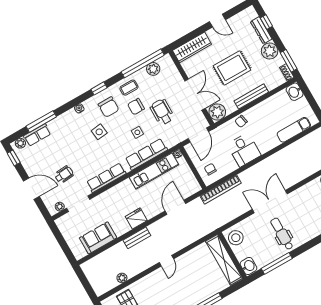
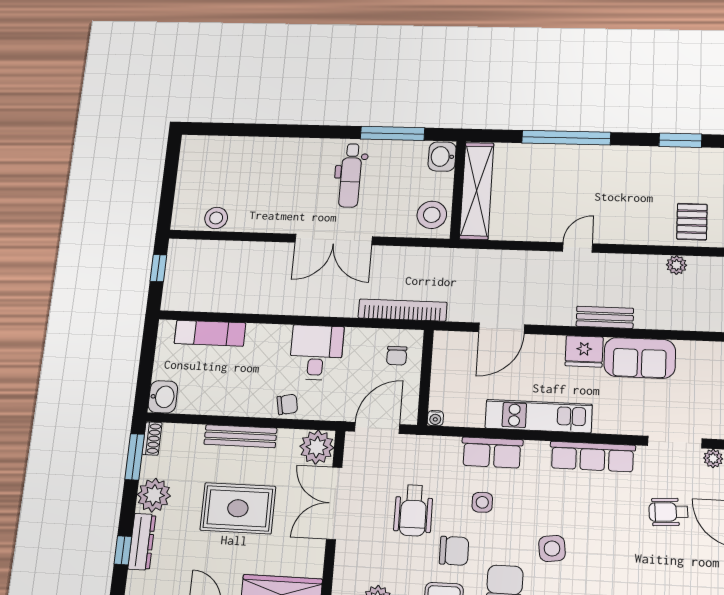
row of seats: (146, 154) -> (492, 453), width x0.68
kitchen unit: (154, 171) -> (539, 416), moved
sofa: (98, 238) -> (640, 358), moved

